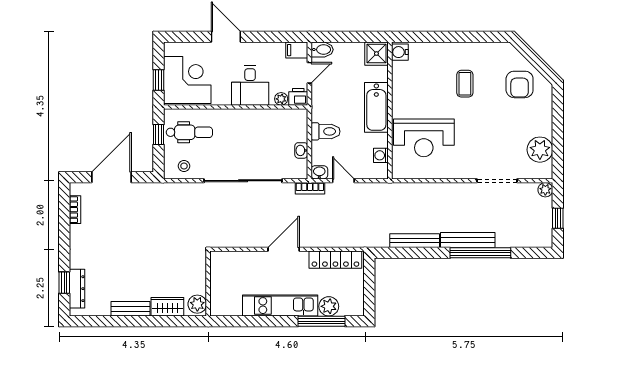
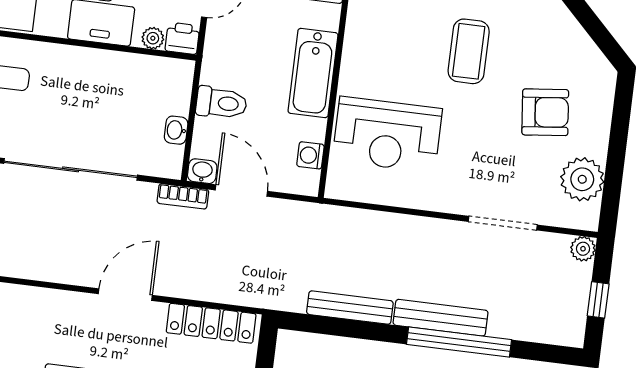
coffee table: (465, 84) -> (469, 51), width x1.36, depth x1.30
armchair: (520, 84) -> (545, 112), moved, turned -96
door: (343, 181) -> (241, 191), width x1.38

